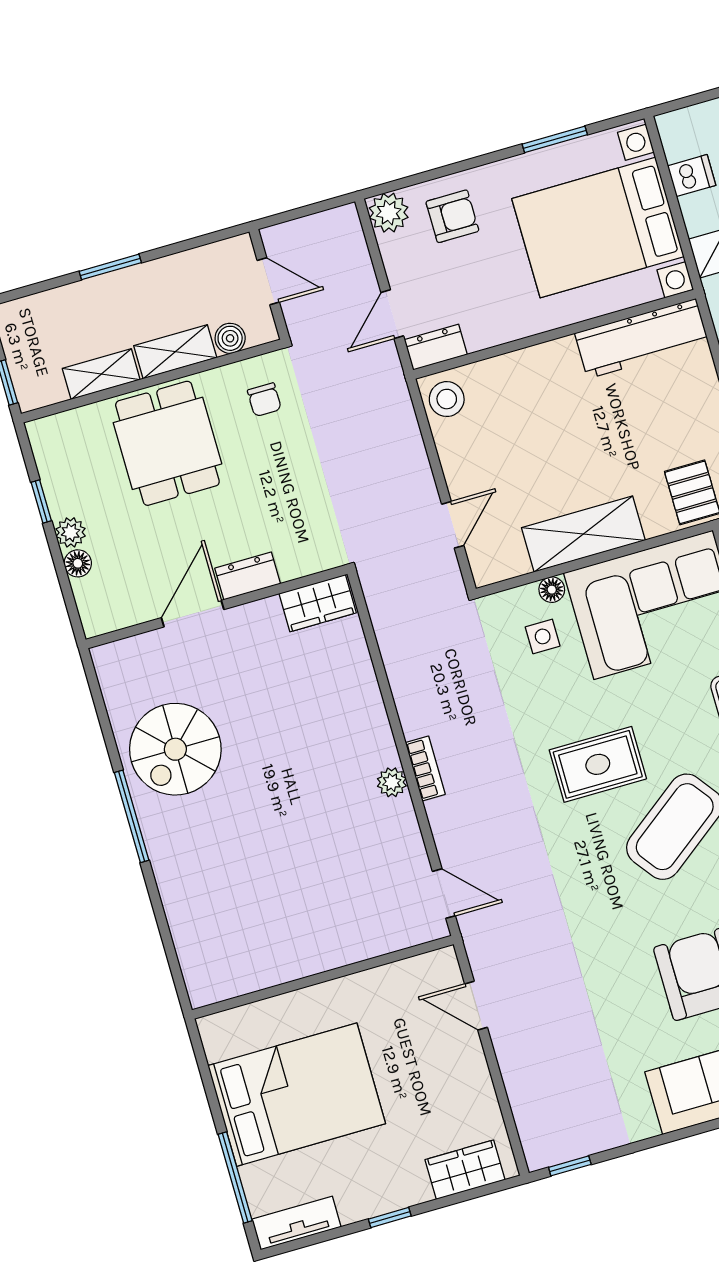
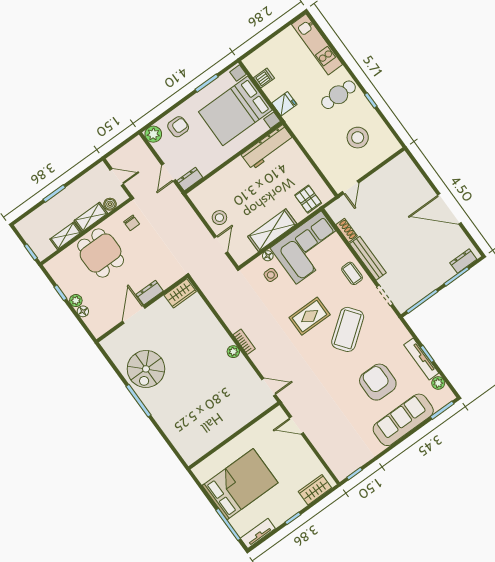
stool: (447, 399) -> (219, 218), moved

